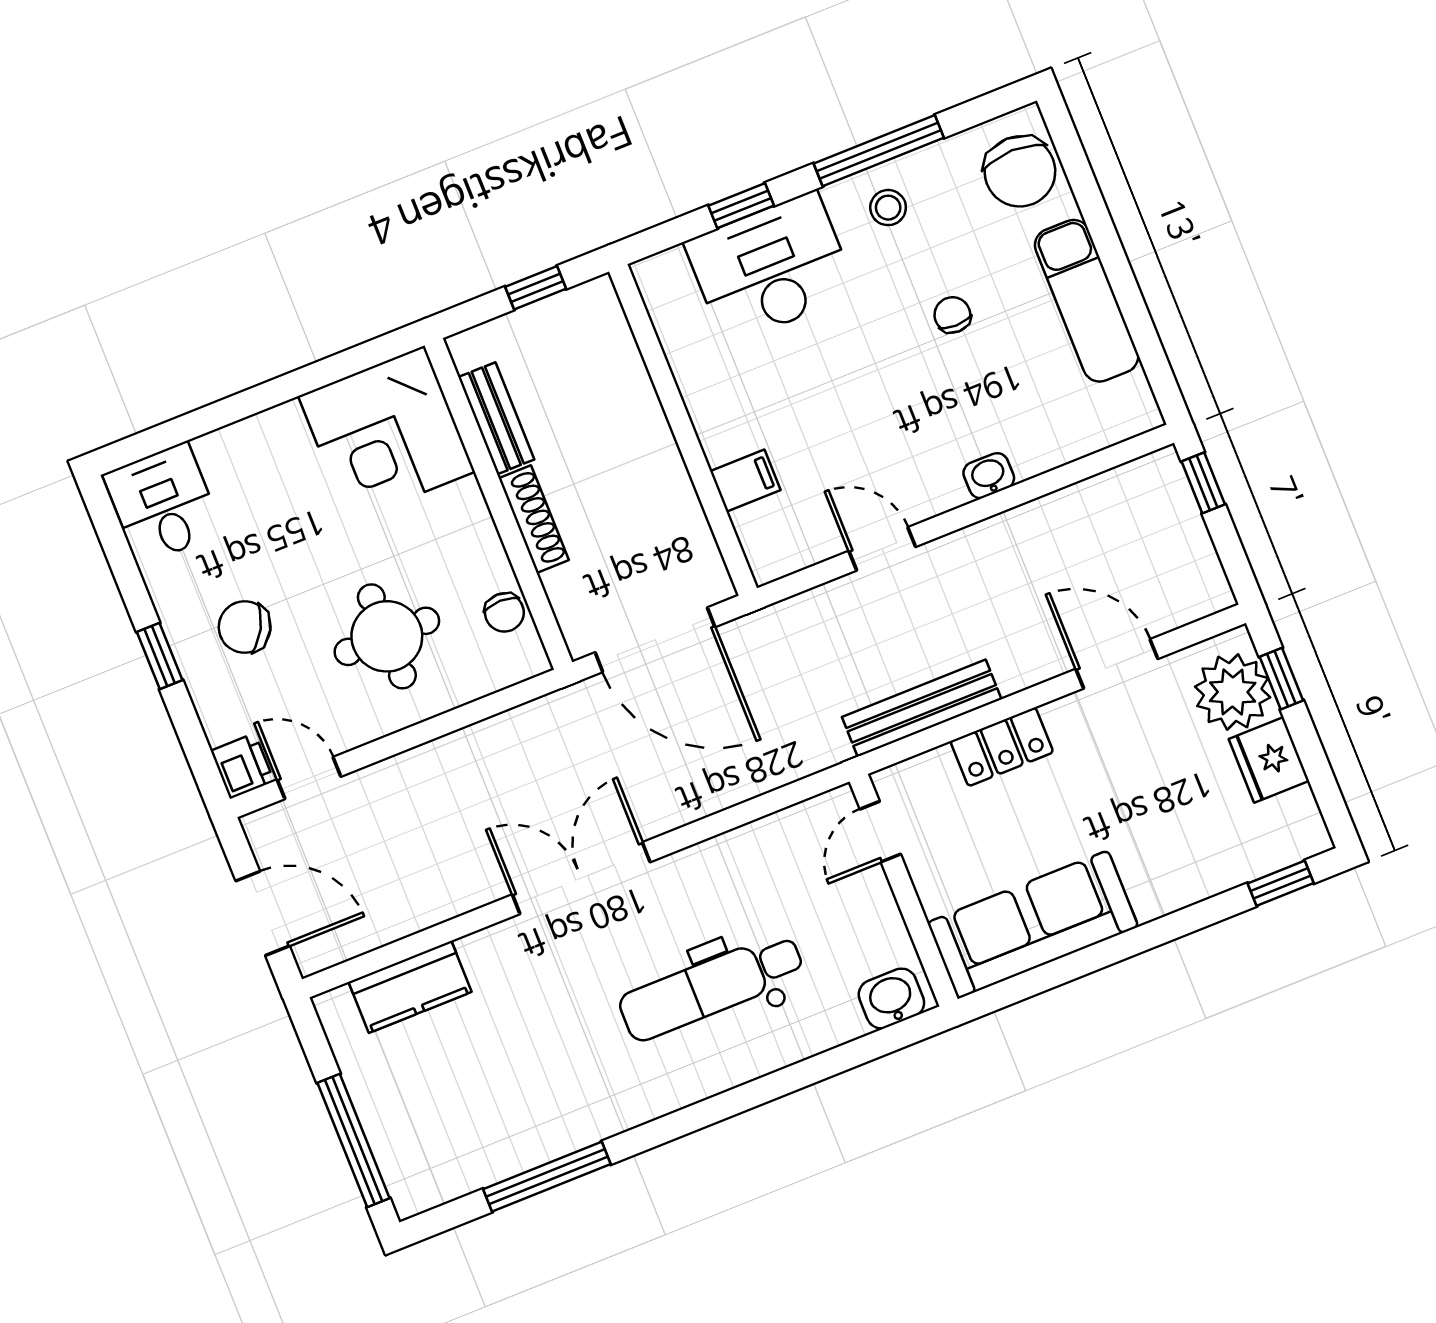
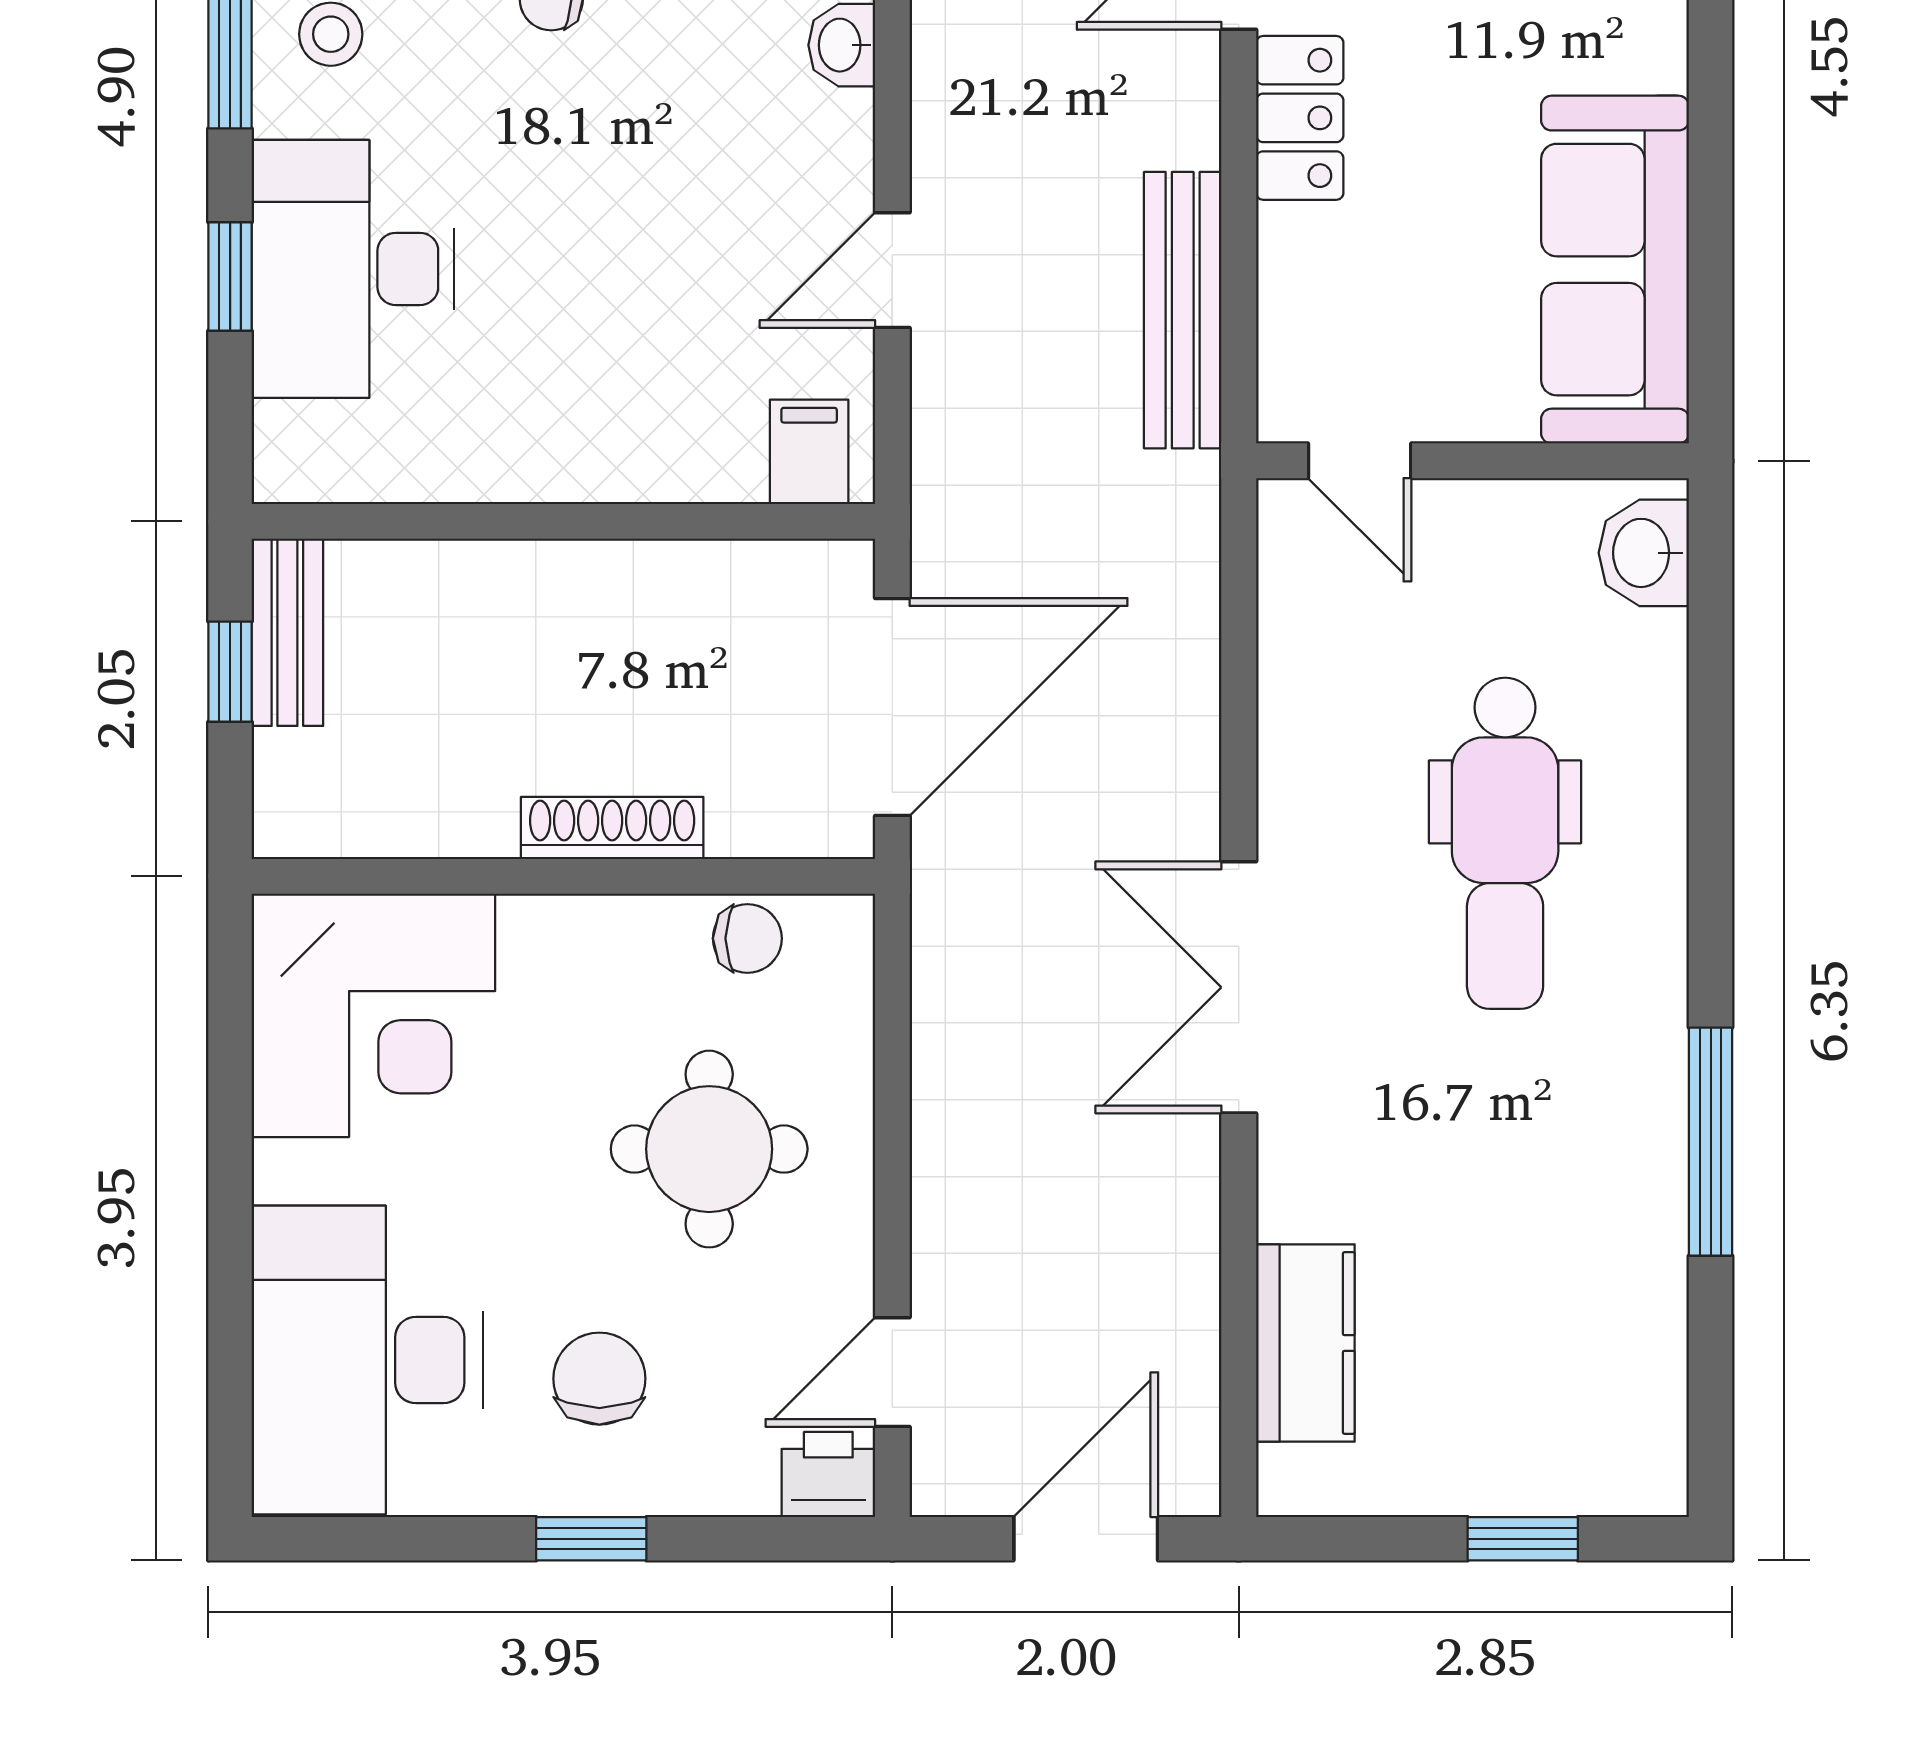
bench: (496, 418) -> (287, 632), moved, turned 90
filing cabinet: (745, 481) -> (809, 452), moved
desk: (163, 504) -> (367, 1360), width x1.87, depth x1.30
chair: (245, 627) -> (599, 1379), turned 151
locker: (1002, 747) -> (1300, 118), moved
window: (353, 1141) -> (1523, 1539), width x0.46
window: (547, 1177) -> (1711, 1142), moved

